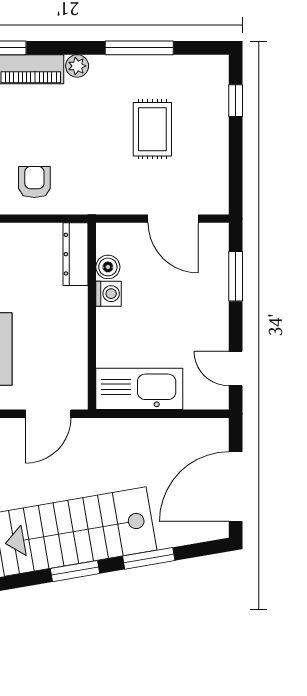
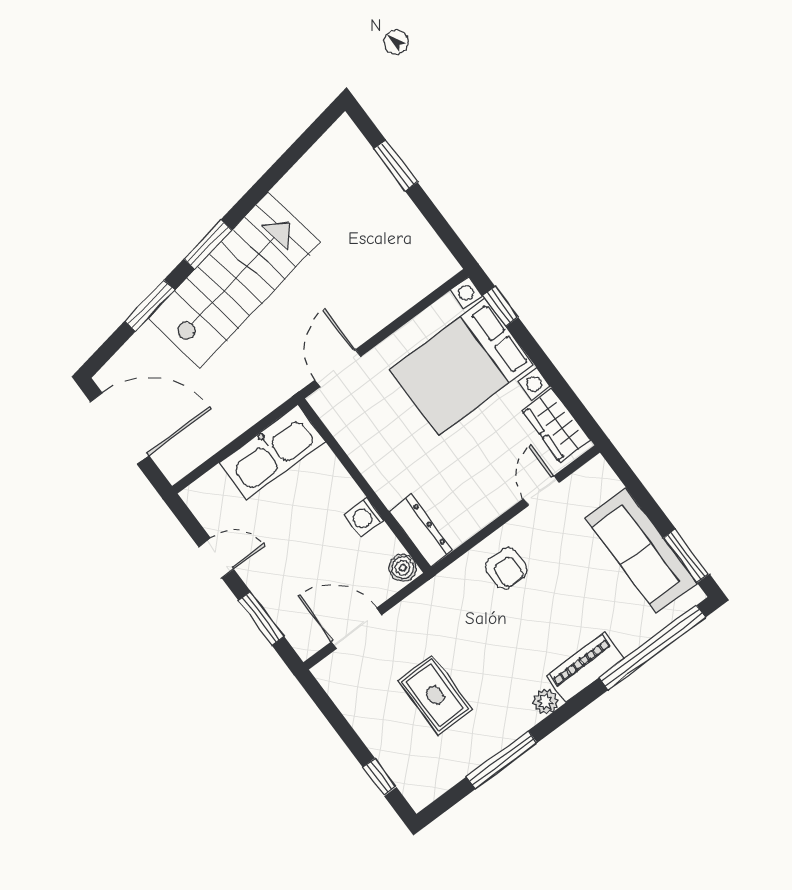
boiler: (108, 267) -> (403, 568), moved
door: (236, 369) -> (216, 558), moved
door: (236, 487) -> (120, 429), hinge flipped

